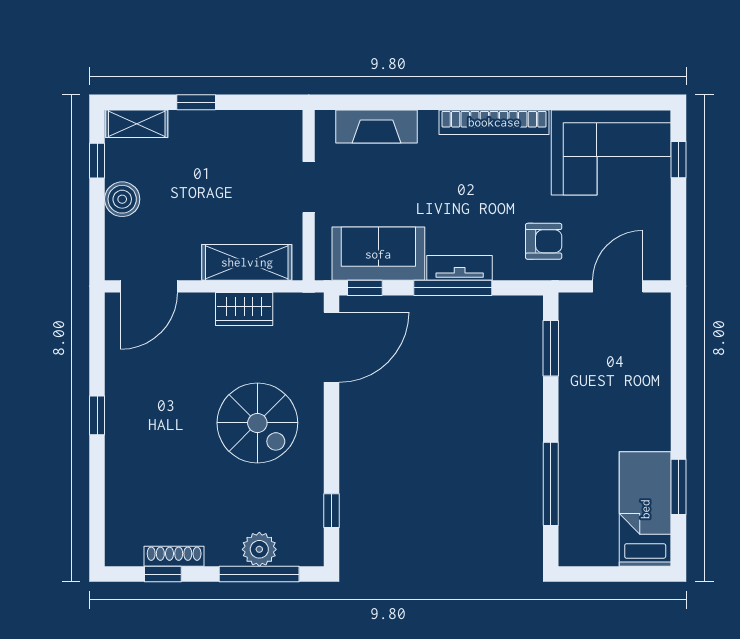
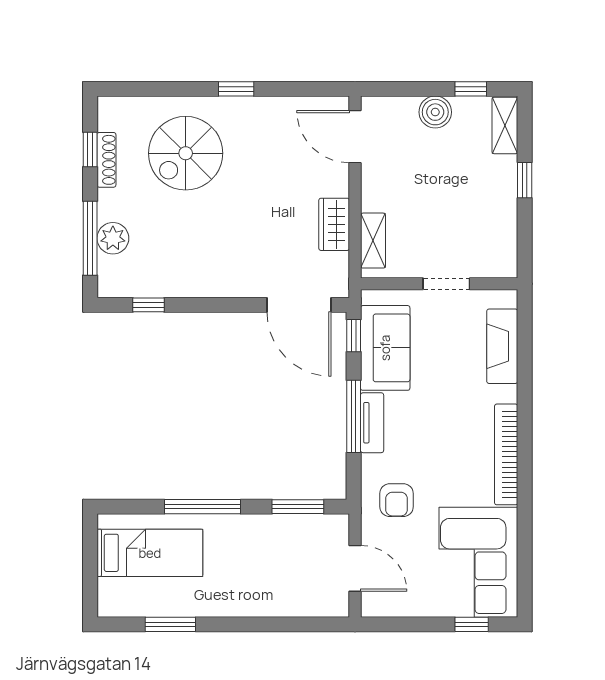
shelving: (247, 262) -> (373, 241), width x0.67, depth x0.75
spiral stairs: (257, 423) -> (186, 153), moved
window: (551, 484) -> (203, 507), moved
bed: (645, 509) -> (150, 553), moved

